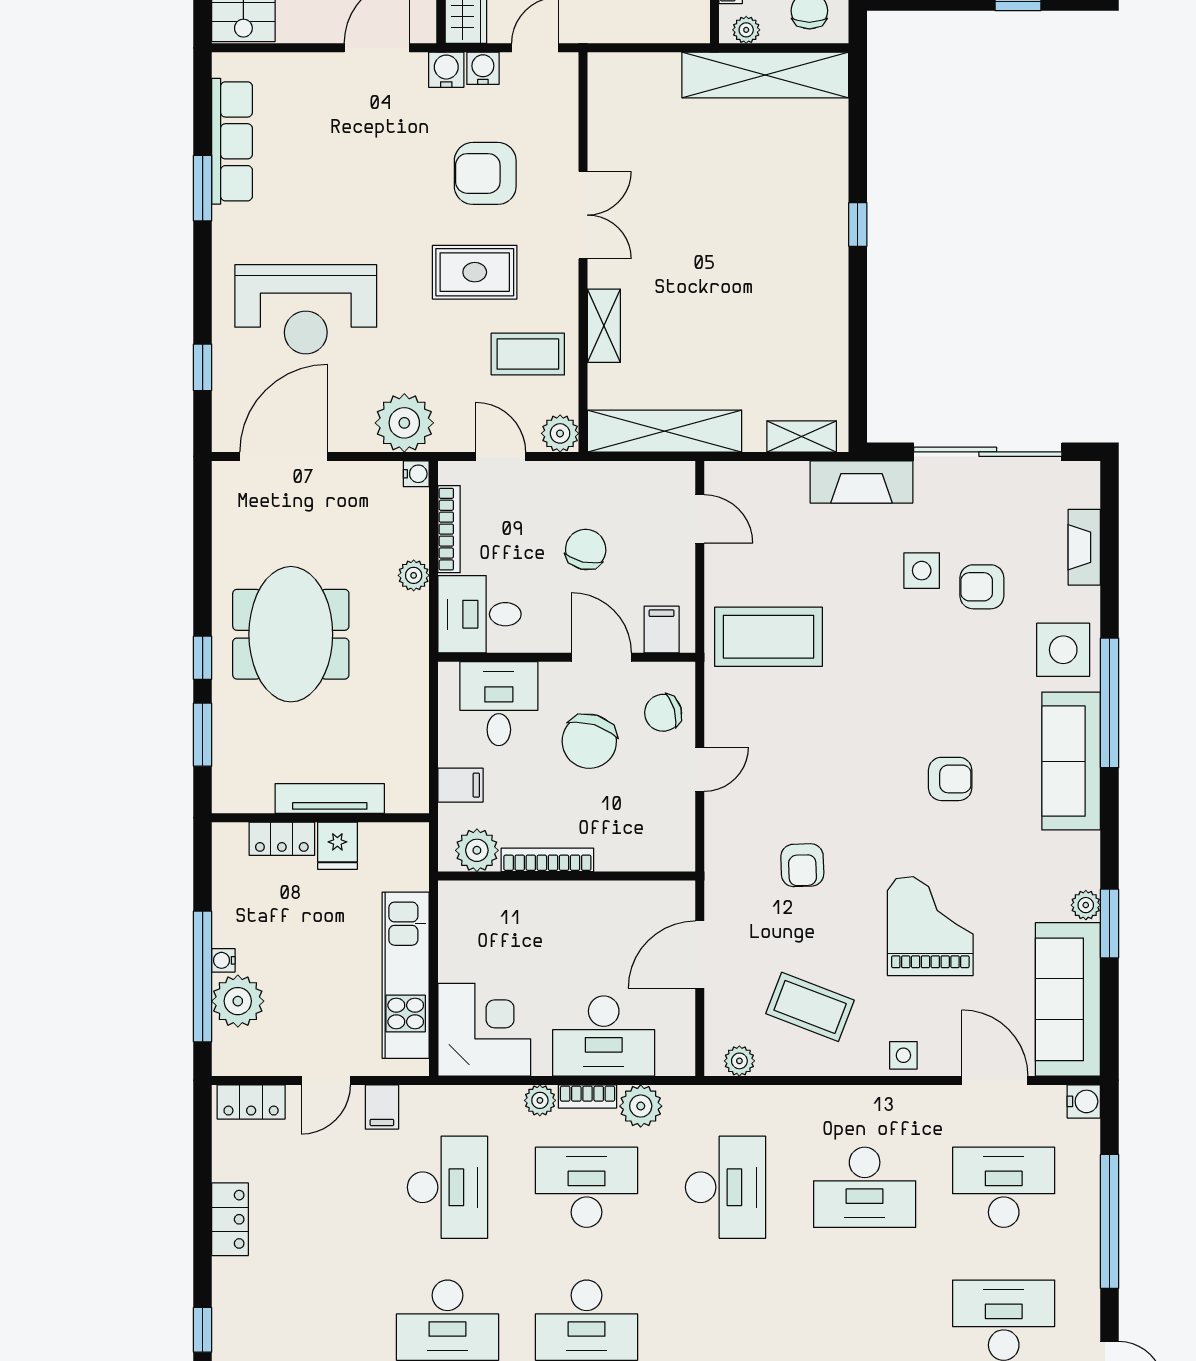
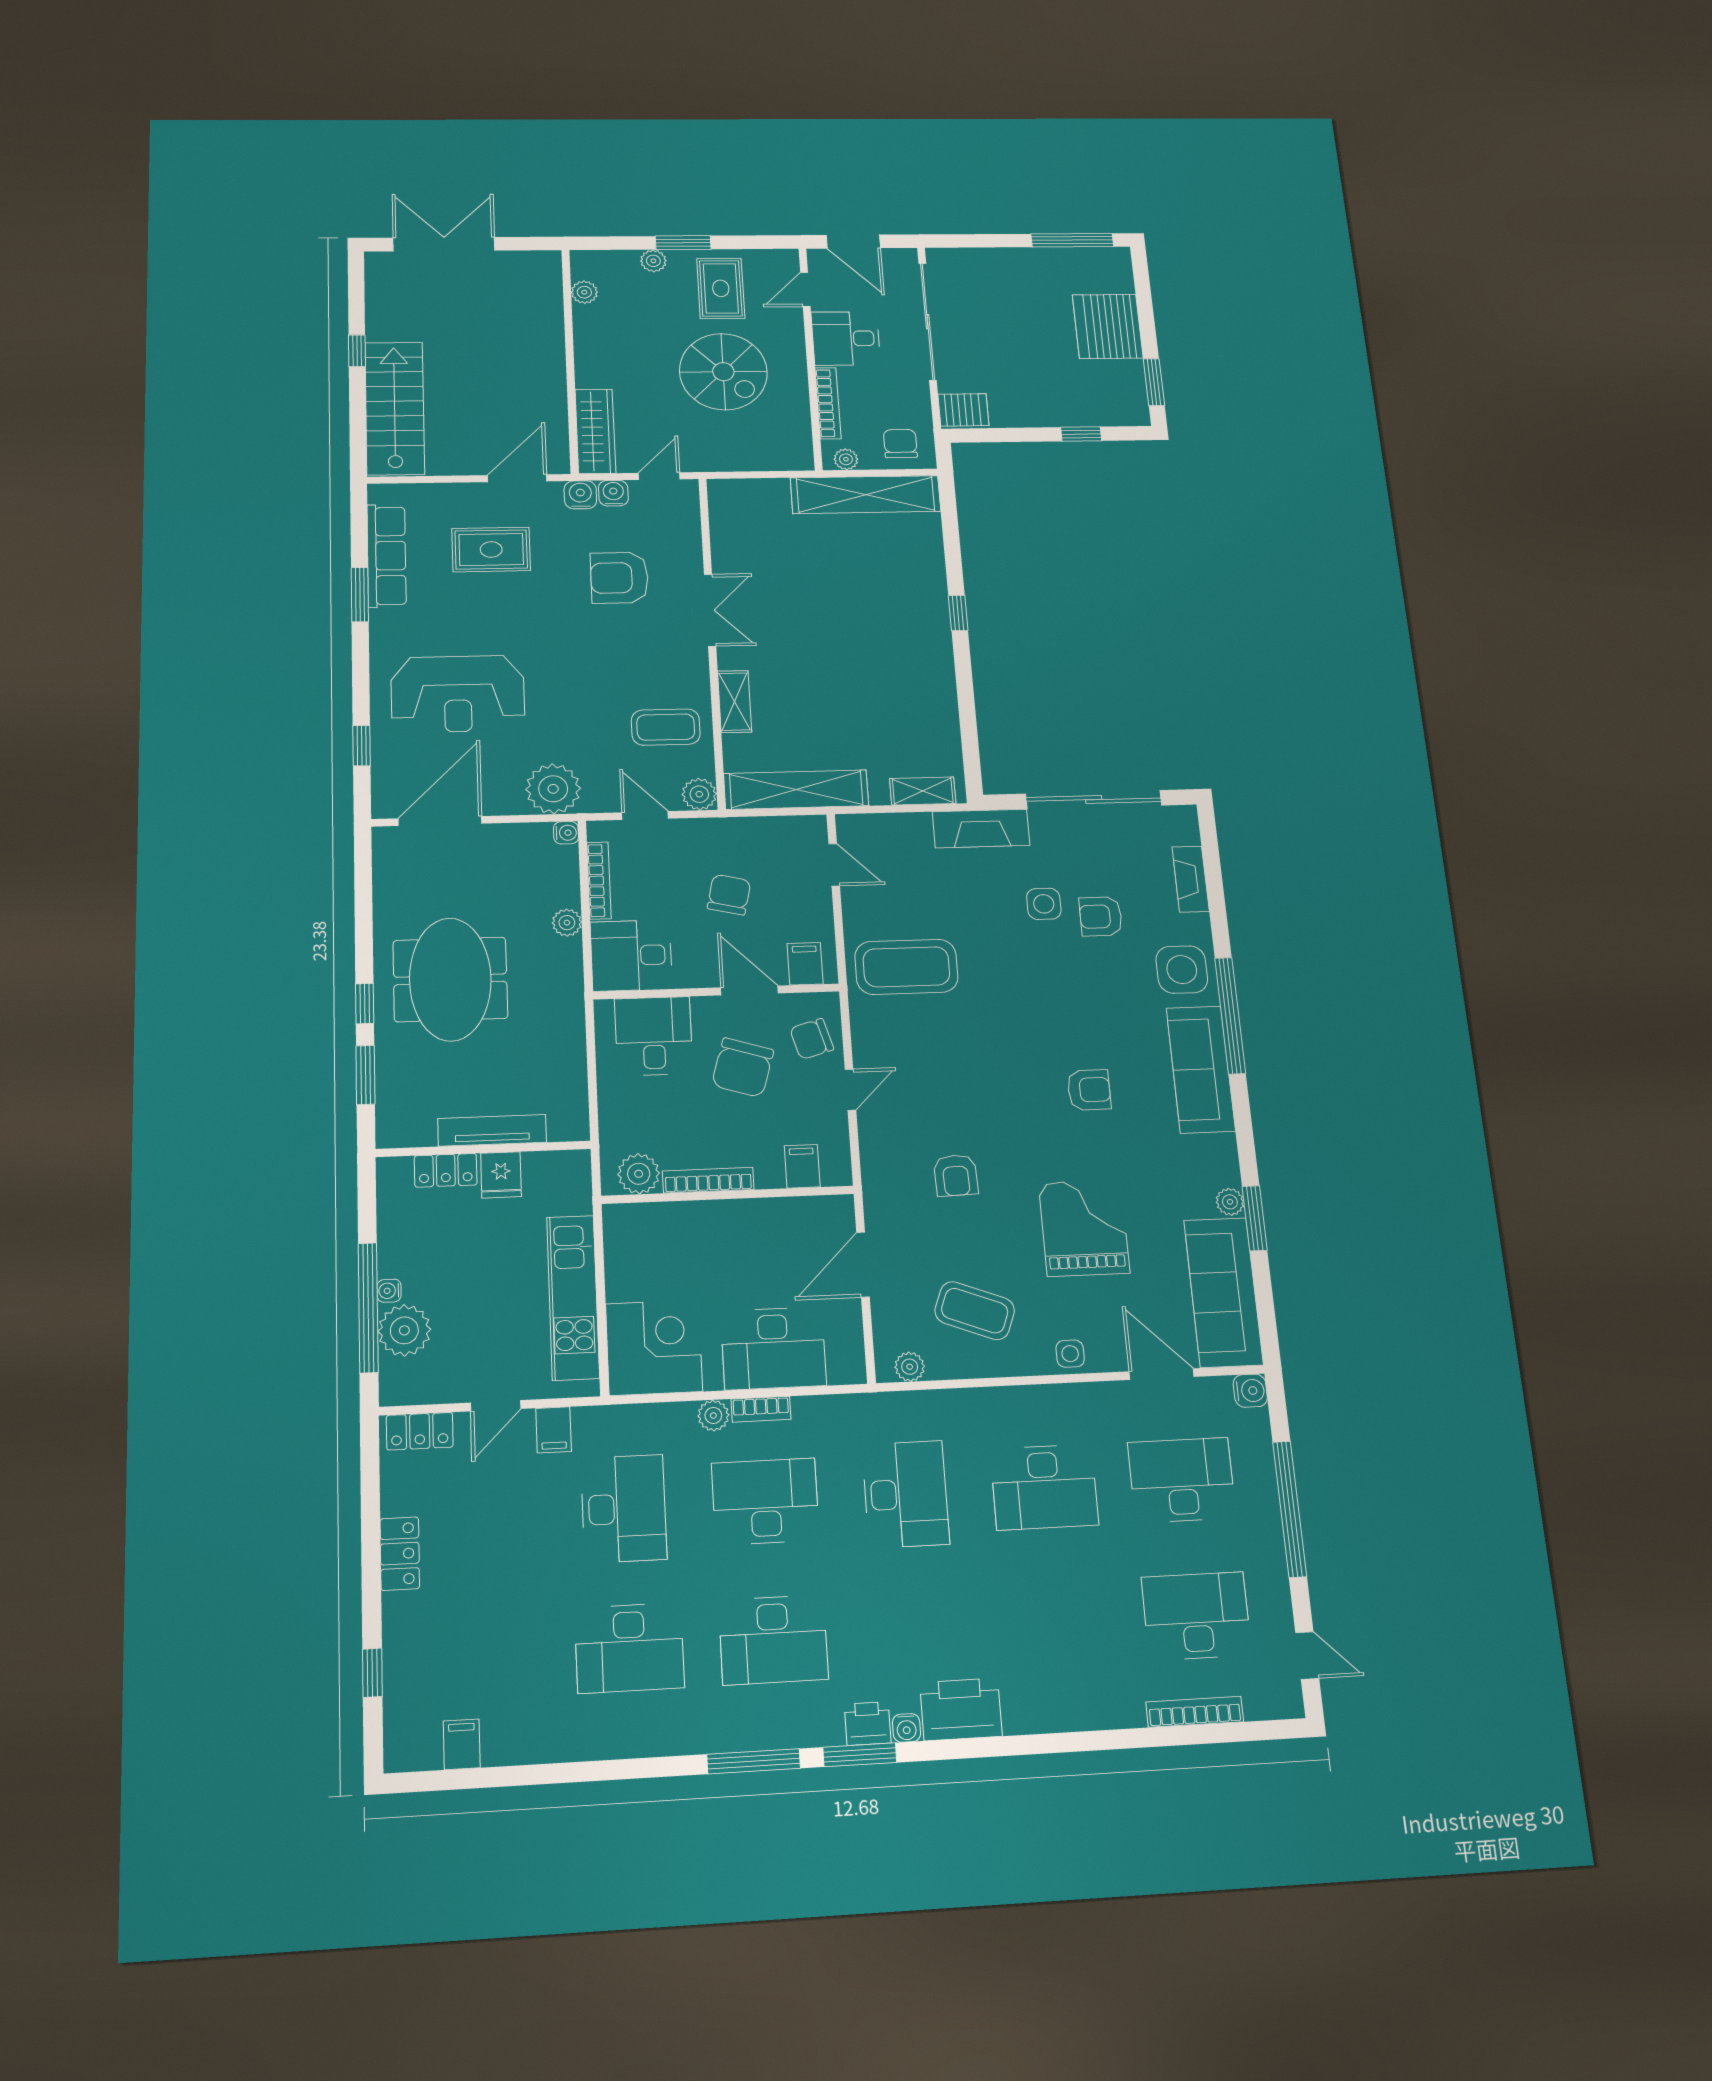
rug: (475, 272) -> (491, 550), moved
filing cabinet: (460, 785) -> (802, 1166), moved, turned -90
plant: (641, 1106) -> (815, 1416), removed

